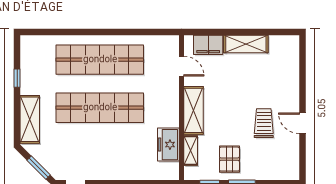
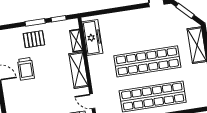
freezer: (168, 145) -> (92, 37), width x1.40
pallet: (229, 159) -> (34, 39), moved, turned 90

